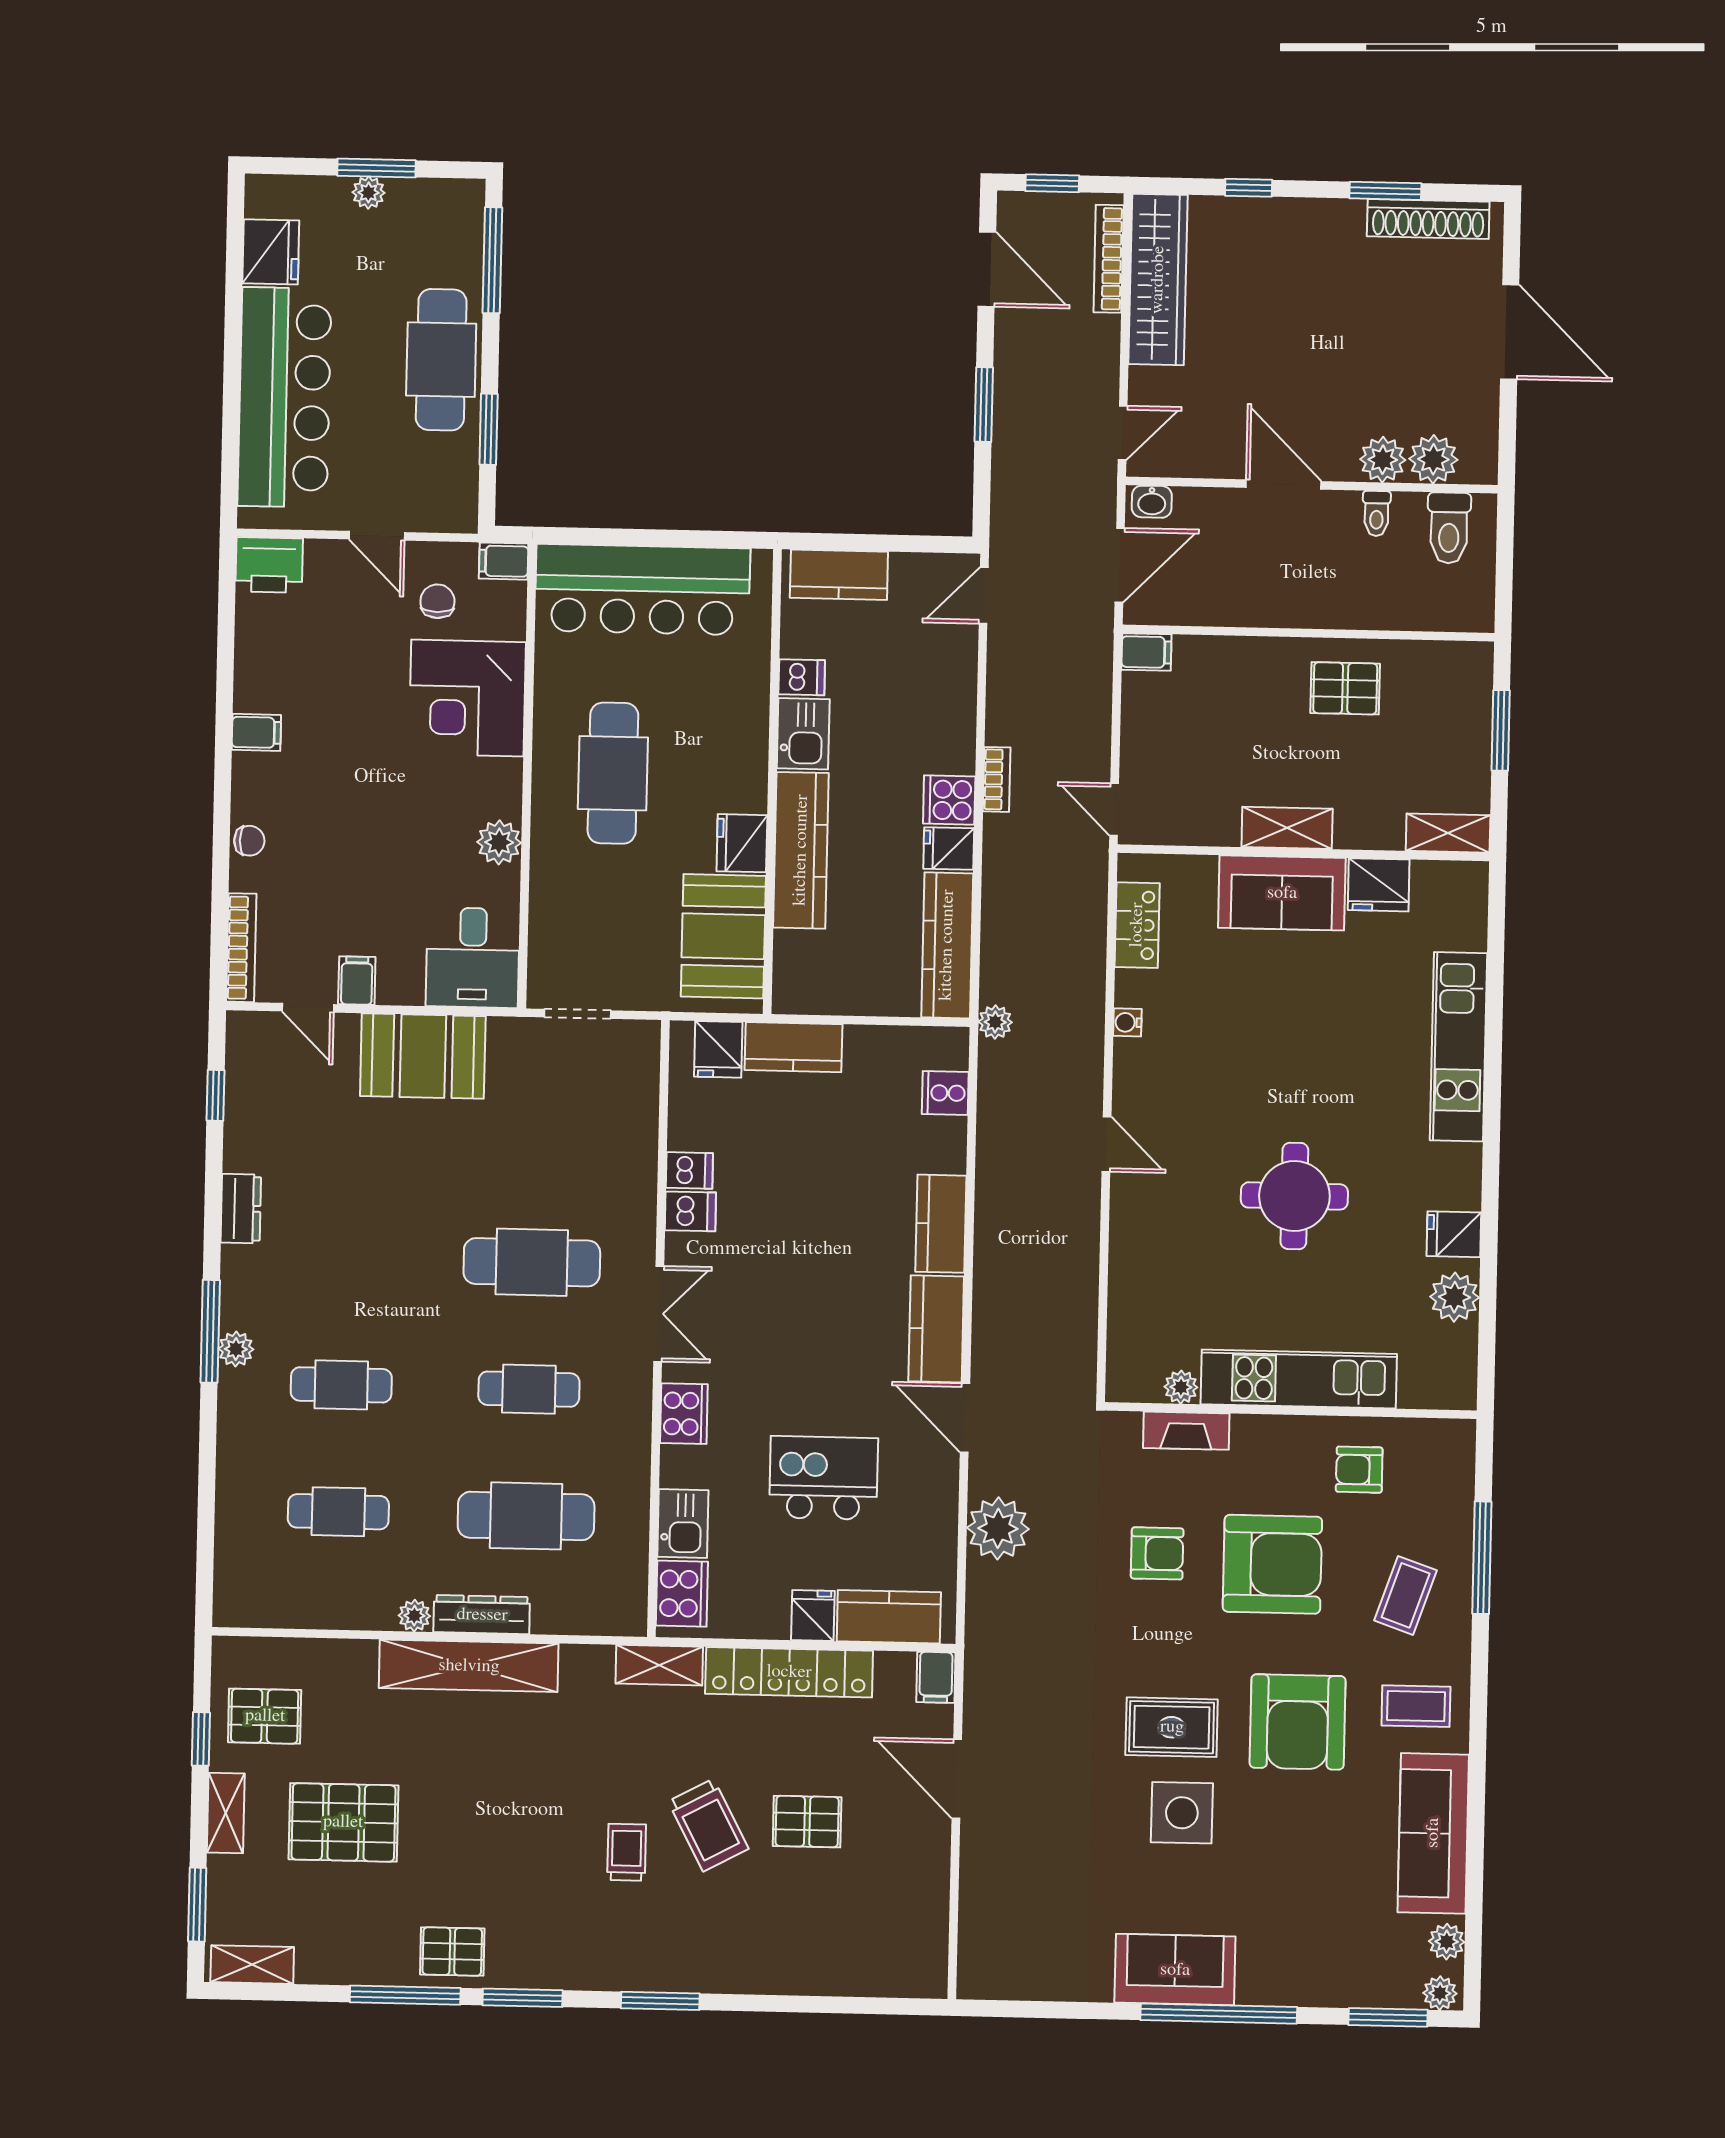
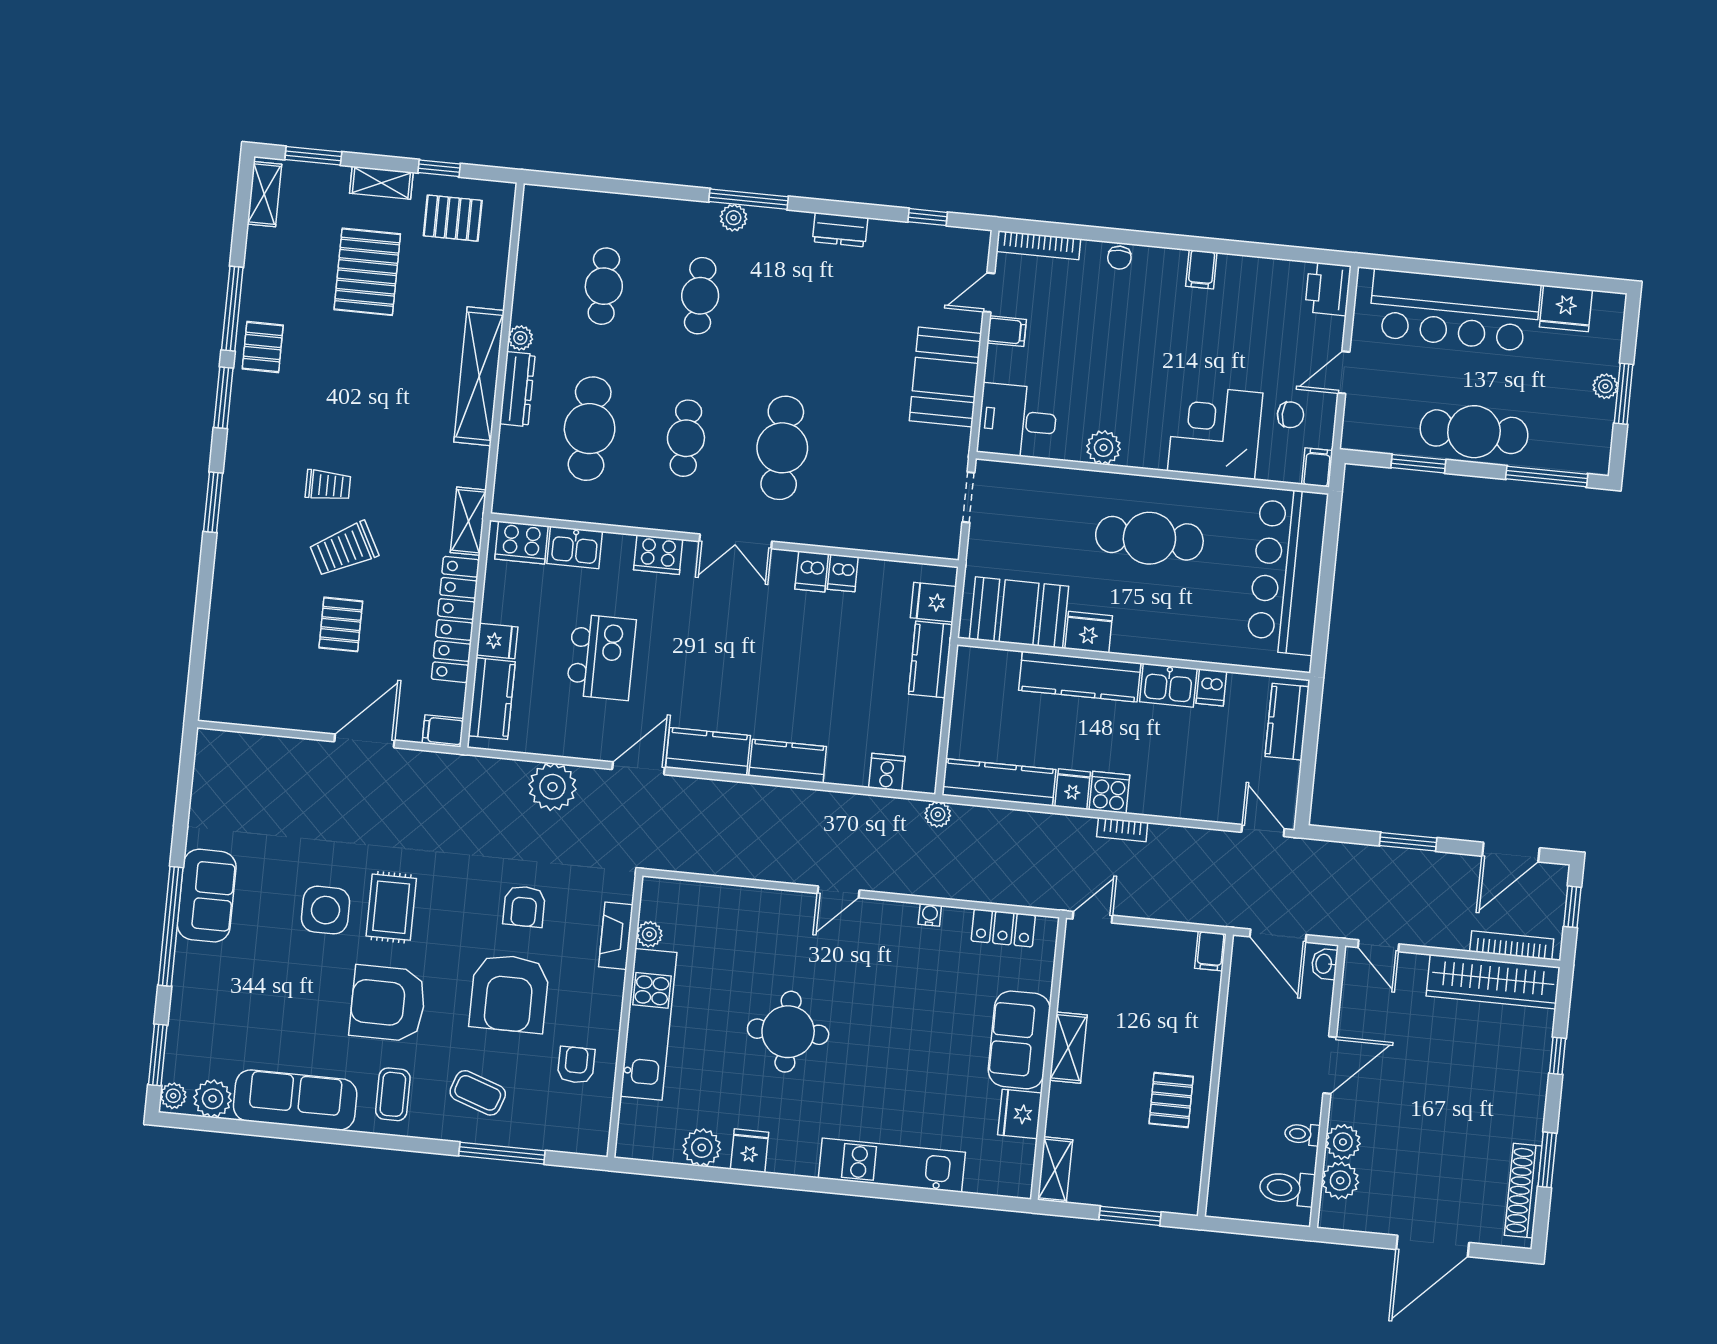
pallet: (265, 1716) -> (453, 218), turned 90
plant: (1447, 1942) -> (213, 1099), width x1.38, depth x1.38

